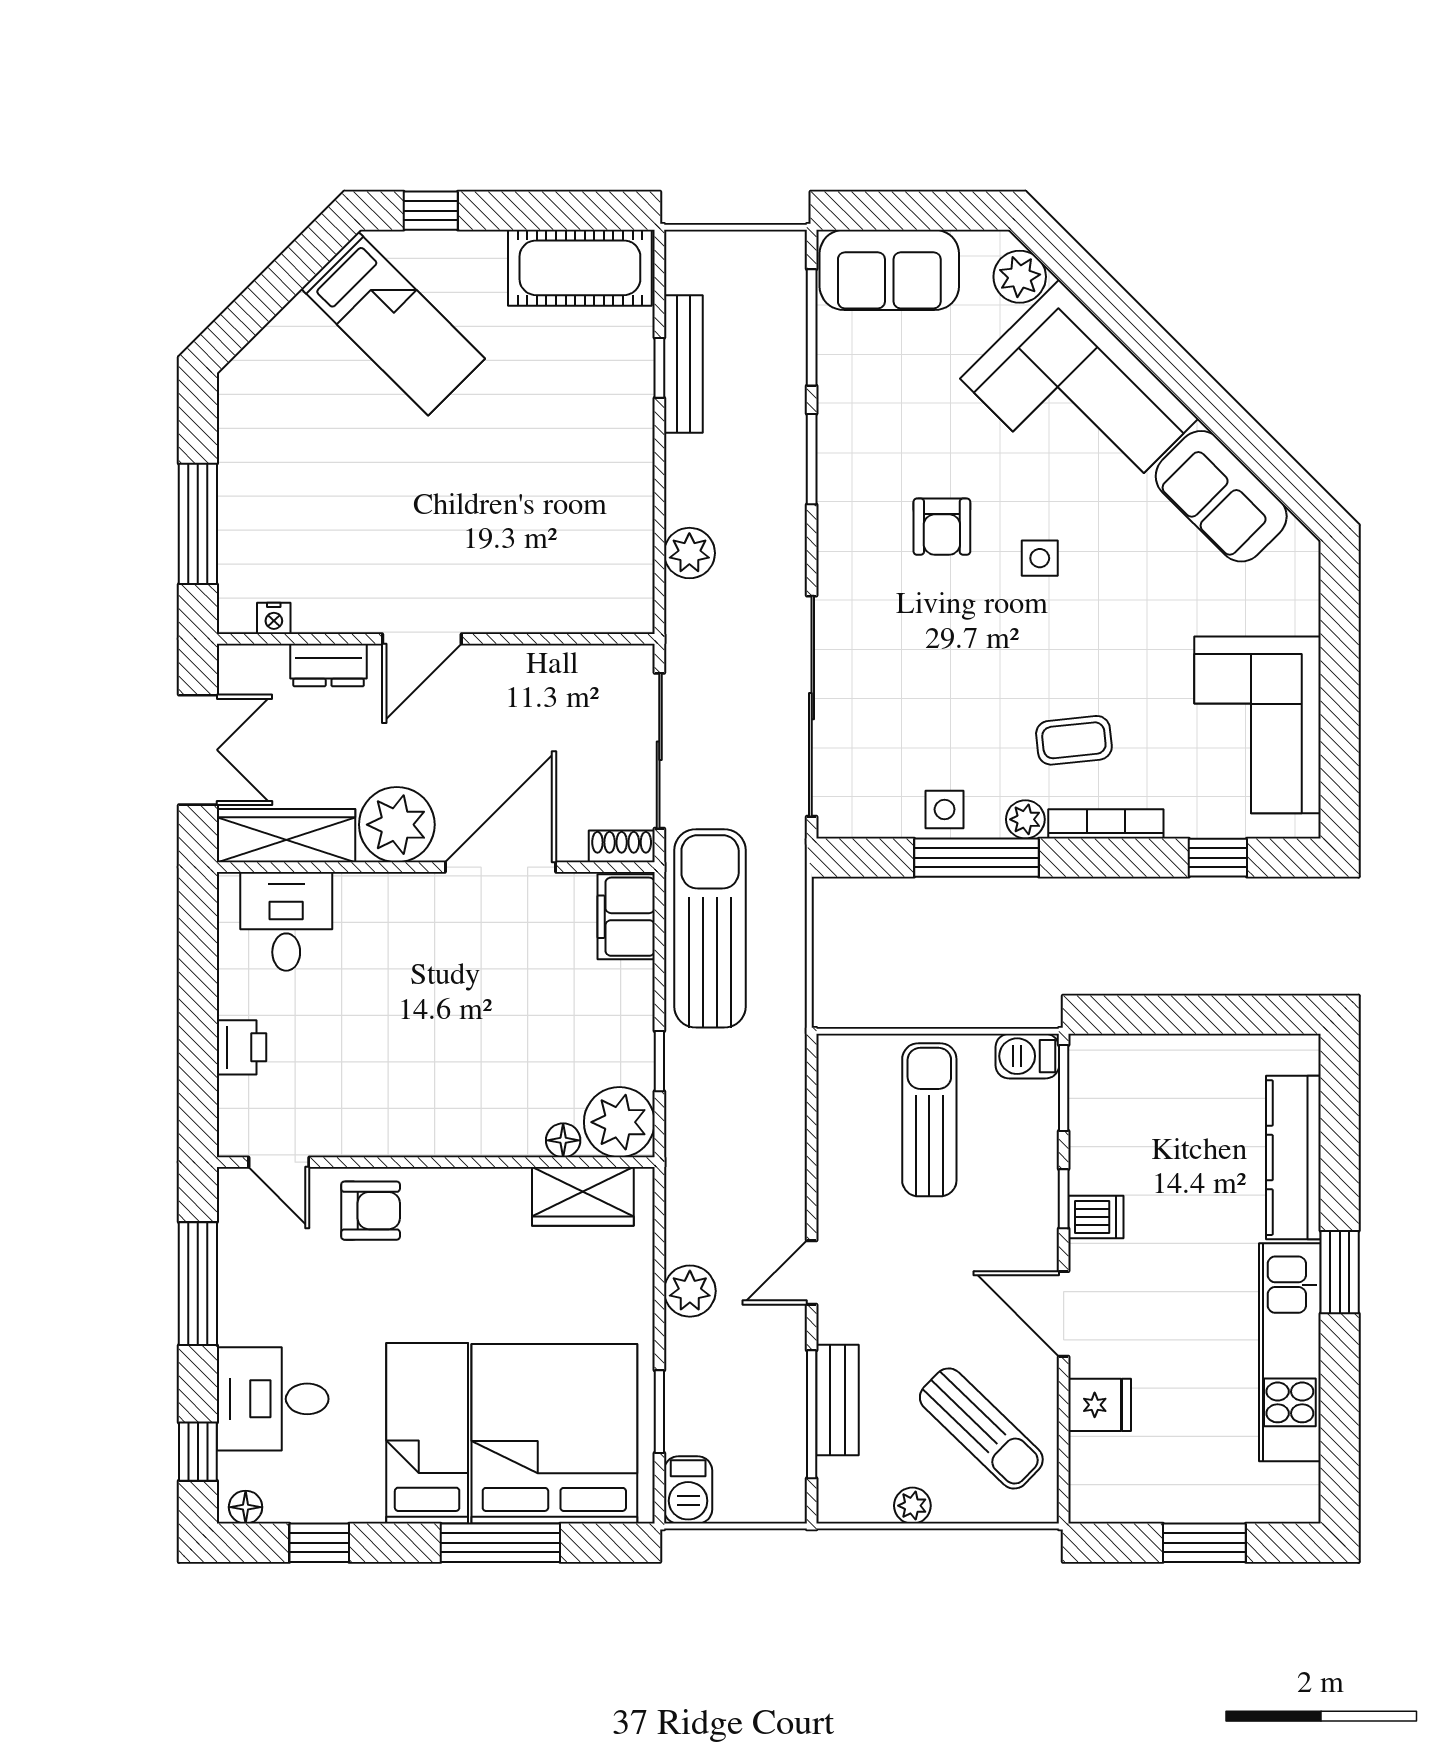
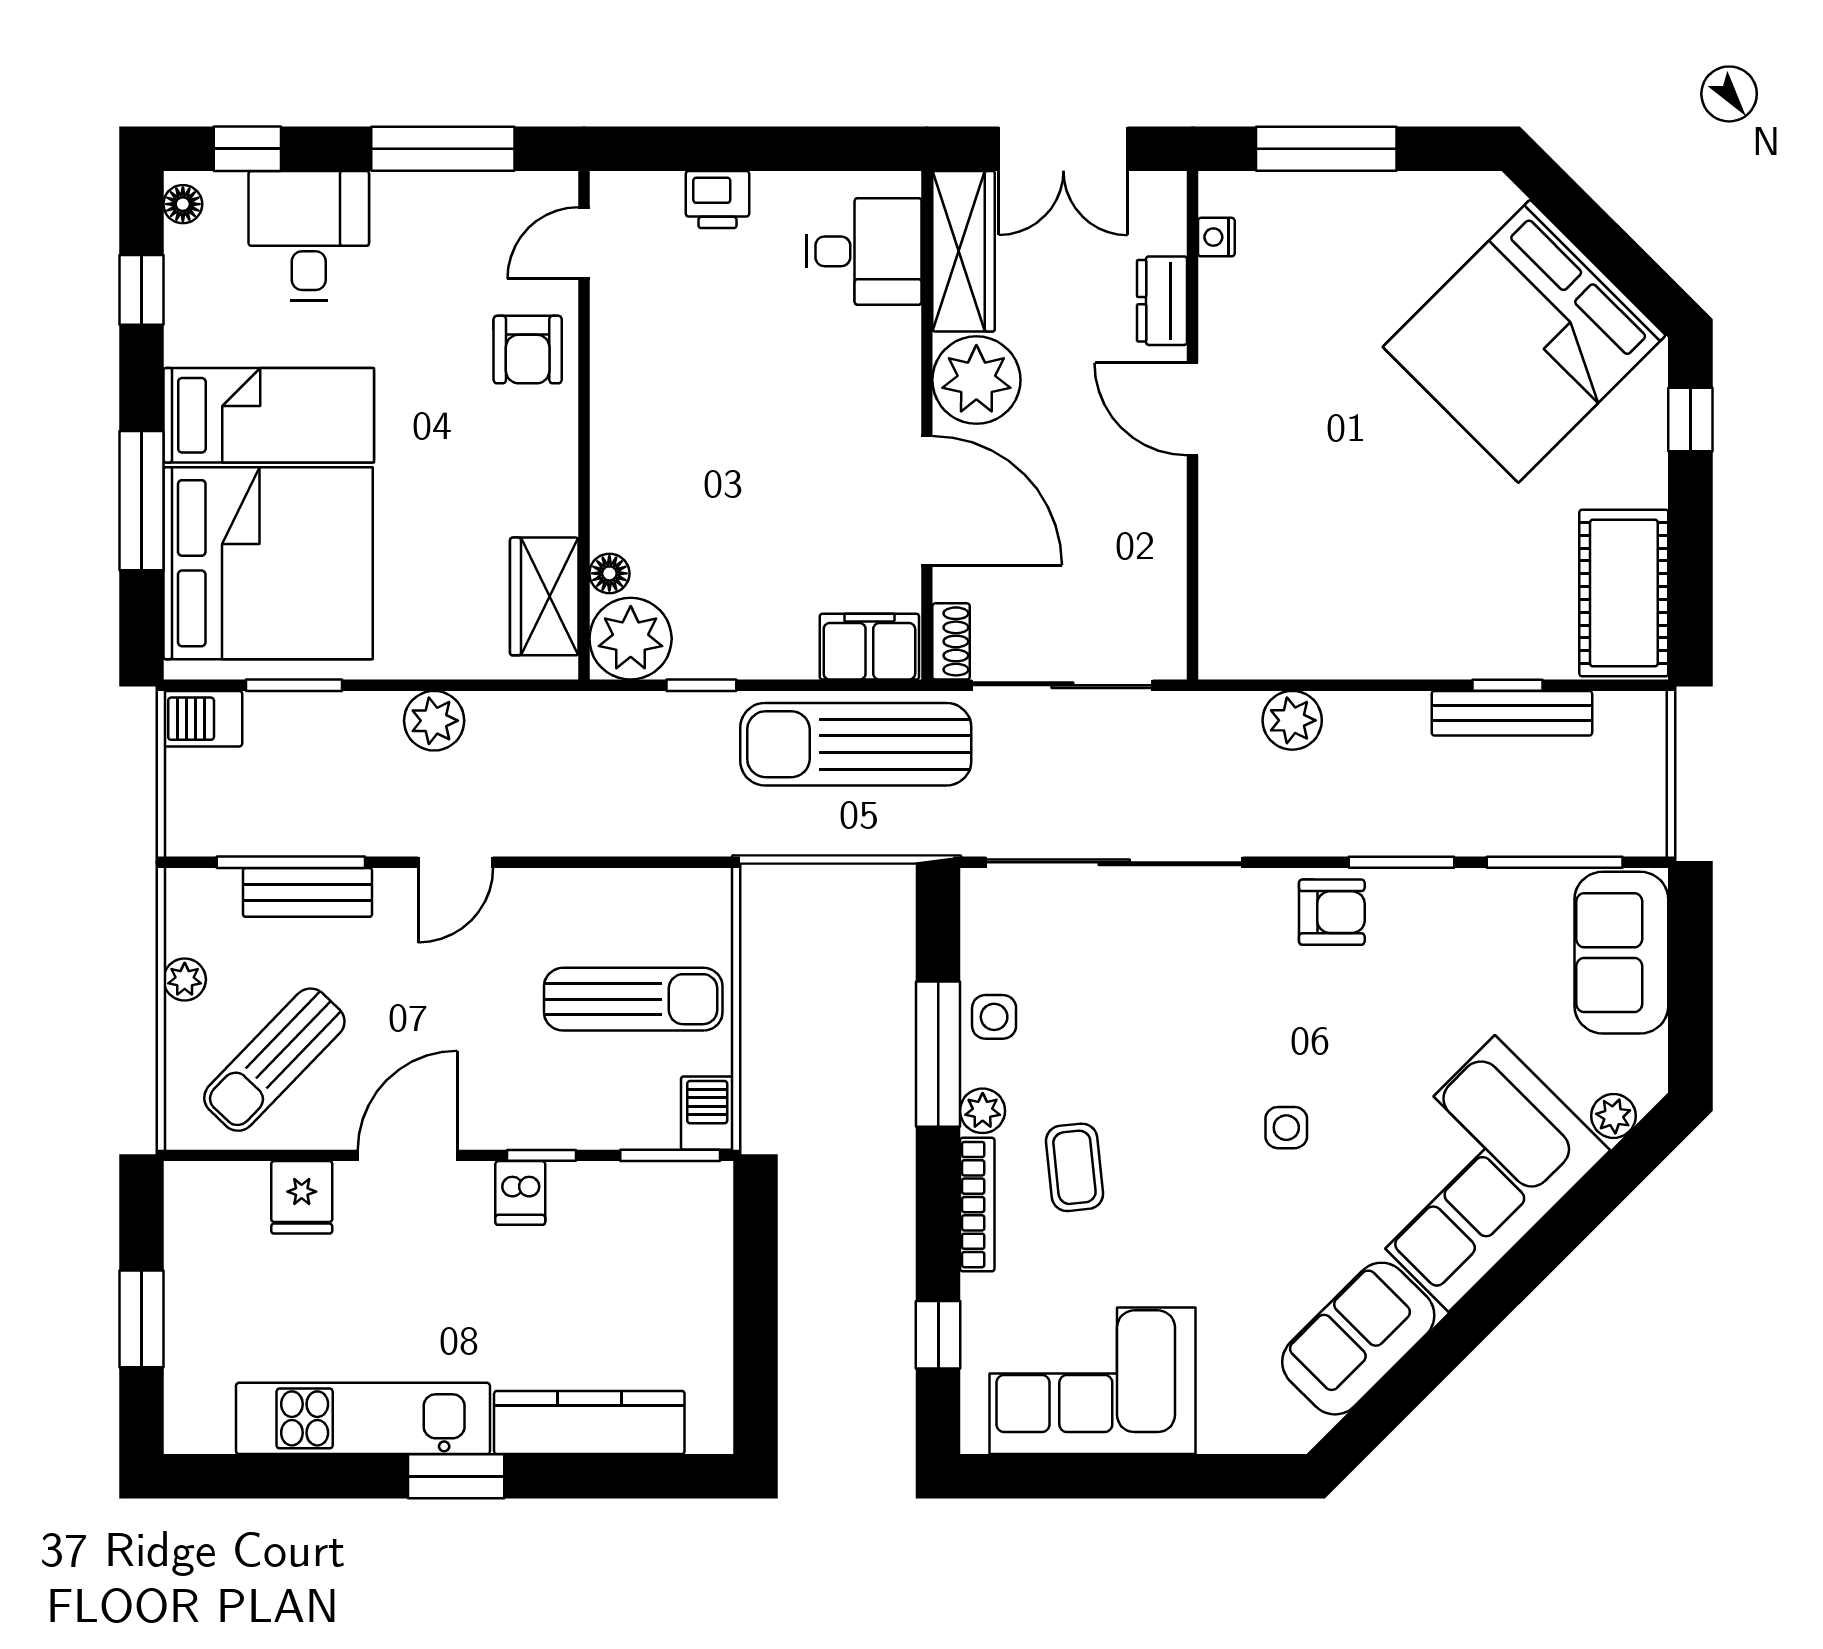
plant: (1020, 277) -> (1613, 1116), width x0.73, depth x0.73
bed: (393, 324) -> (1524, 341), width x2.04
armchair: (942, 527) -> (1332, 912), moved, turned 180
sun lounger: (710, 928) -> (856, 744), turned 180
door: (812, 1273) -> (456, 862), swing flipped

